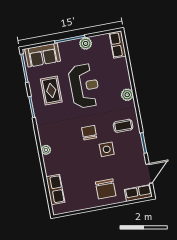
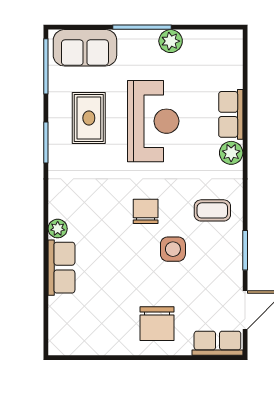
row of seats: (118, 45) -> (231, 114), moved
row of seats: (55, 189) -> (61, 268), moved

